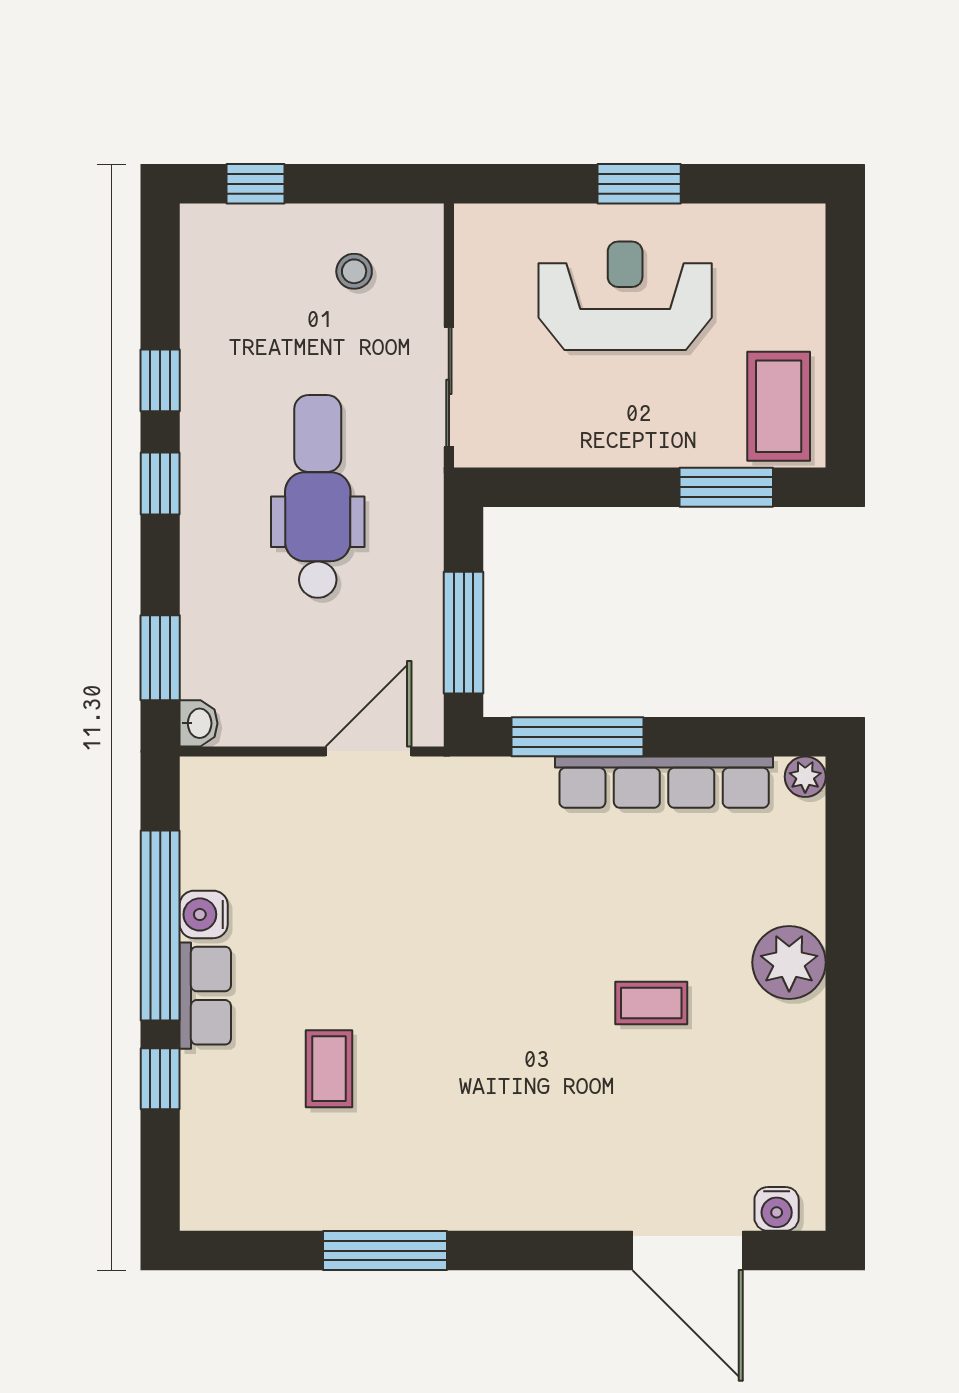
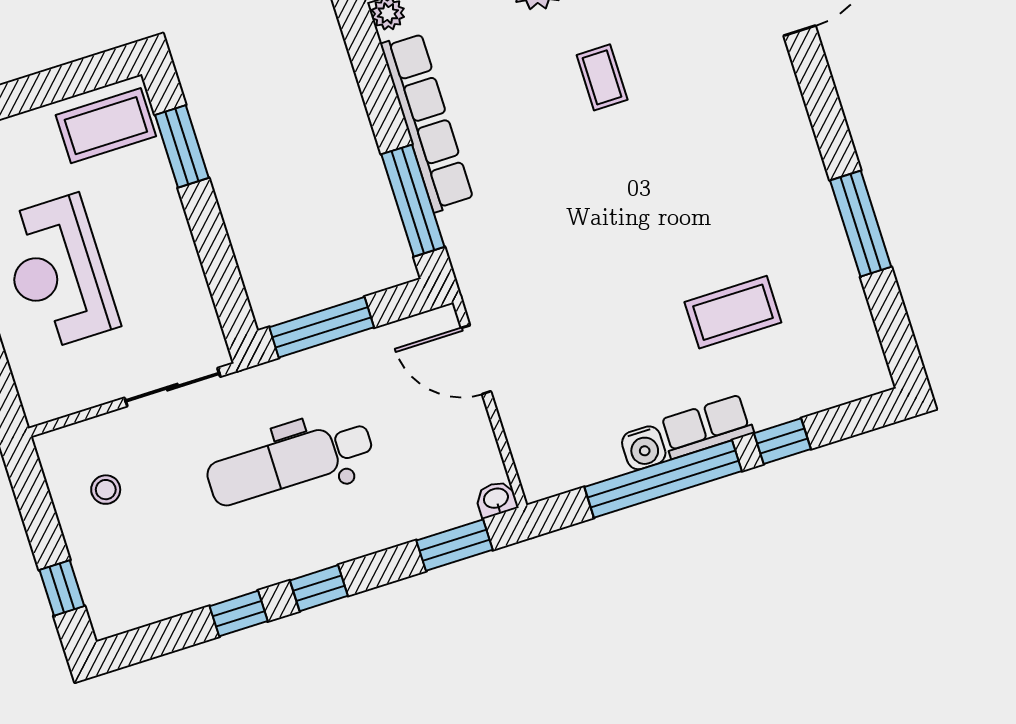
window: (464, 633) -> (322, 327), moved
coffee table: (329, 1069) -> (733, 312), width x1.36, depth x1.30

